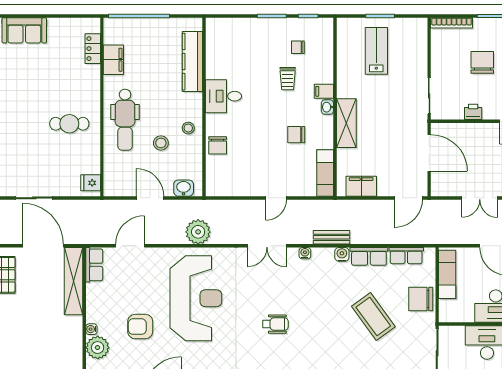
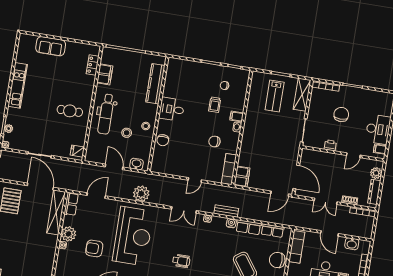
lab bench: (376, 51) -> (275, 96), turned 180
shelving: (346, 123) -> (302, 95), moved
door: (429, 153) -> (296, 177), moved
filing cabinet: (361, 186) -> (242, 177), moved, turned 90
plant: (98, 348) -> (68, 234), moved

